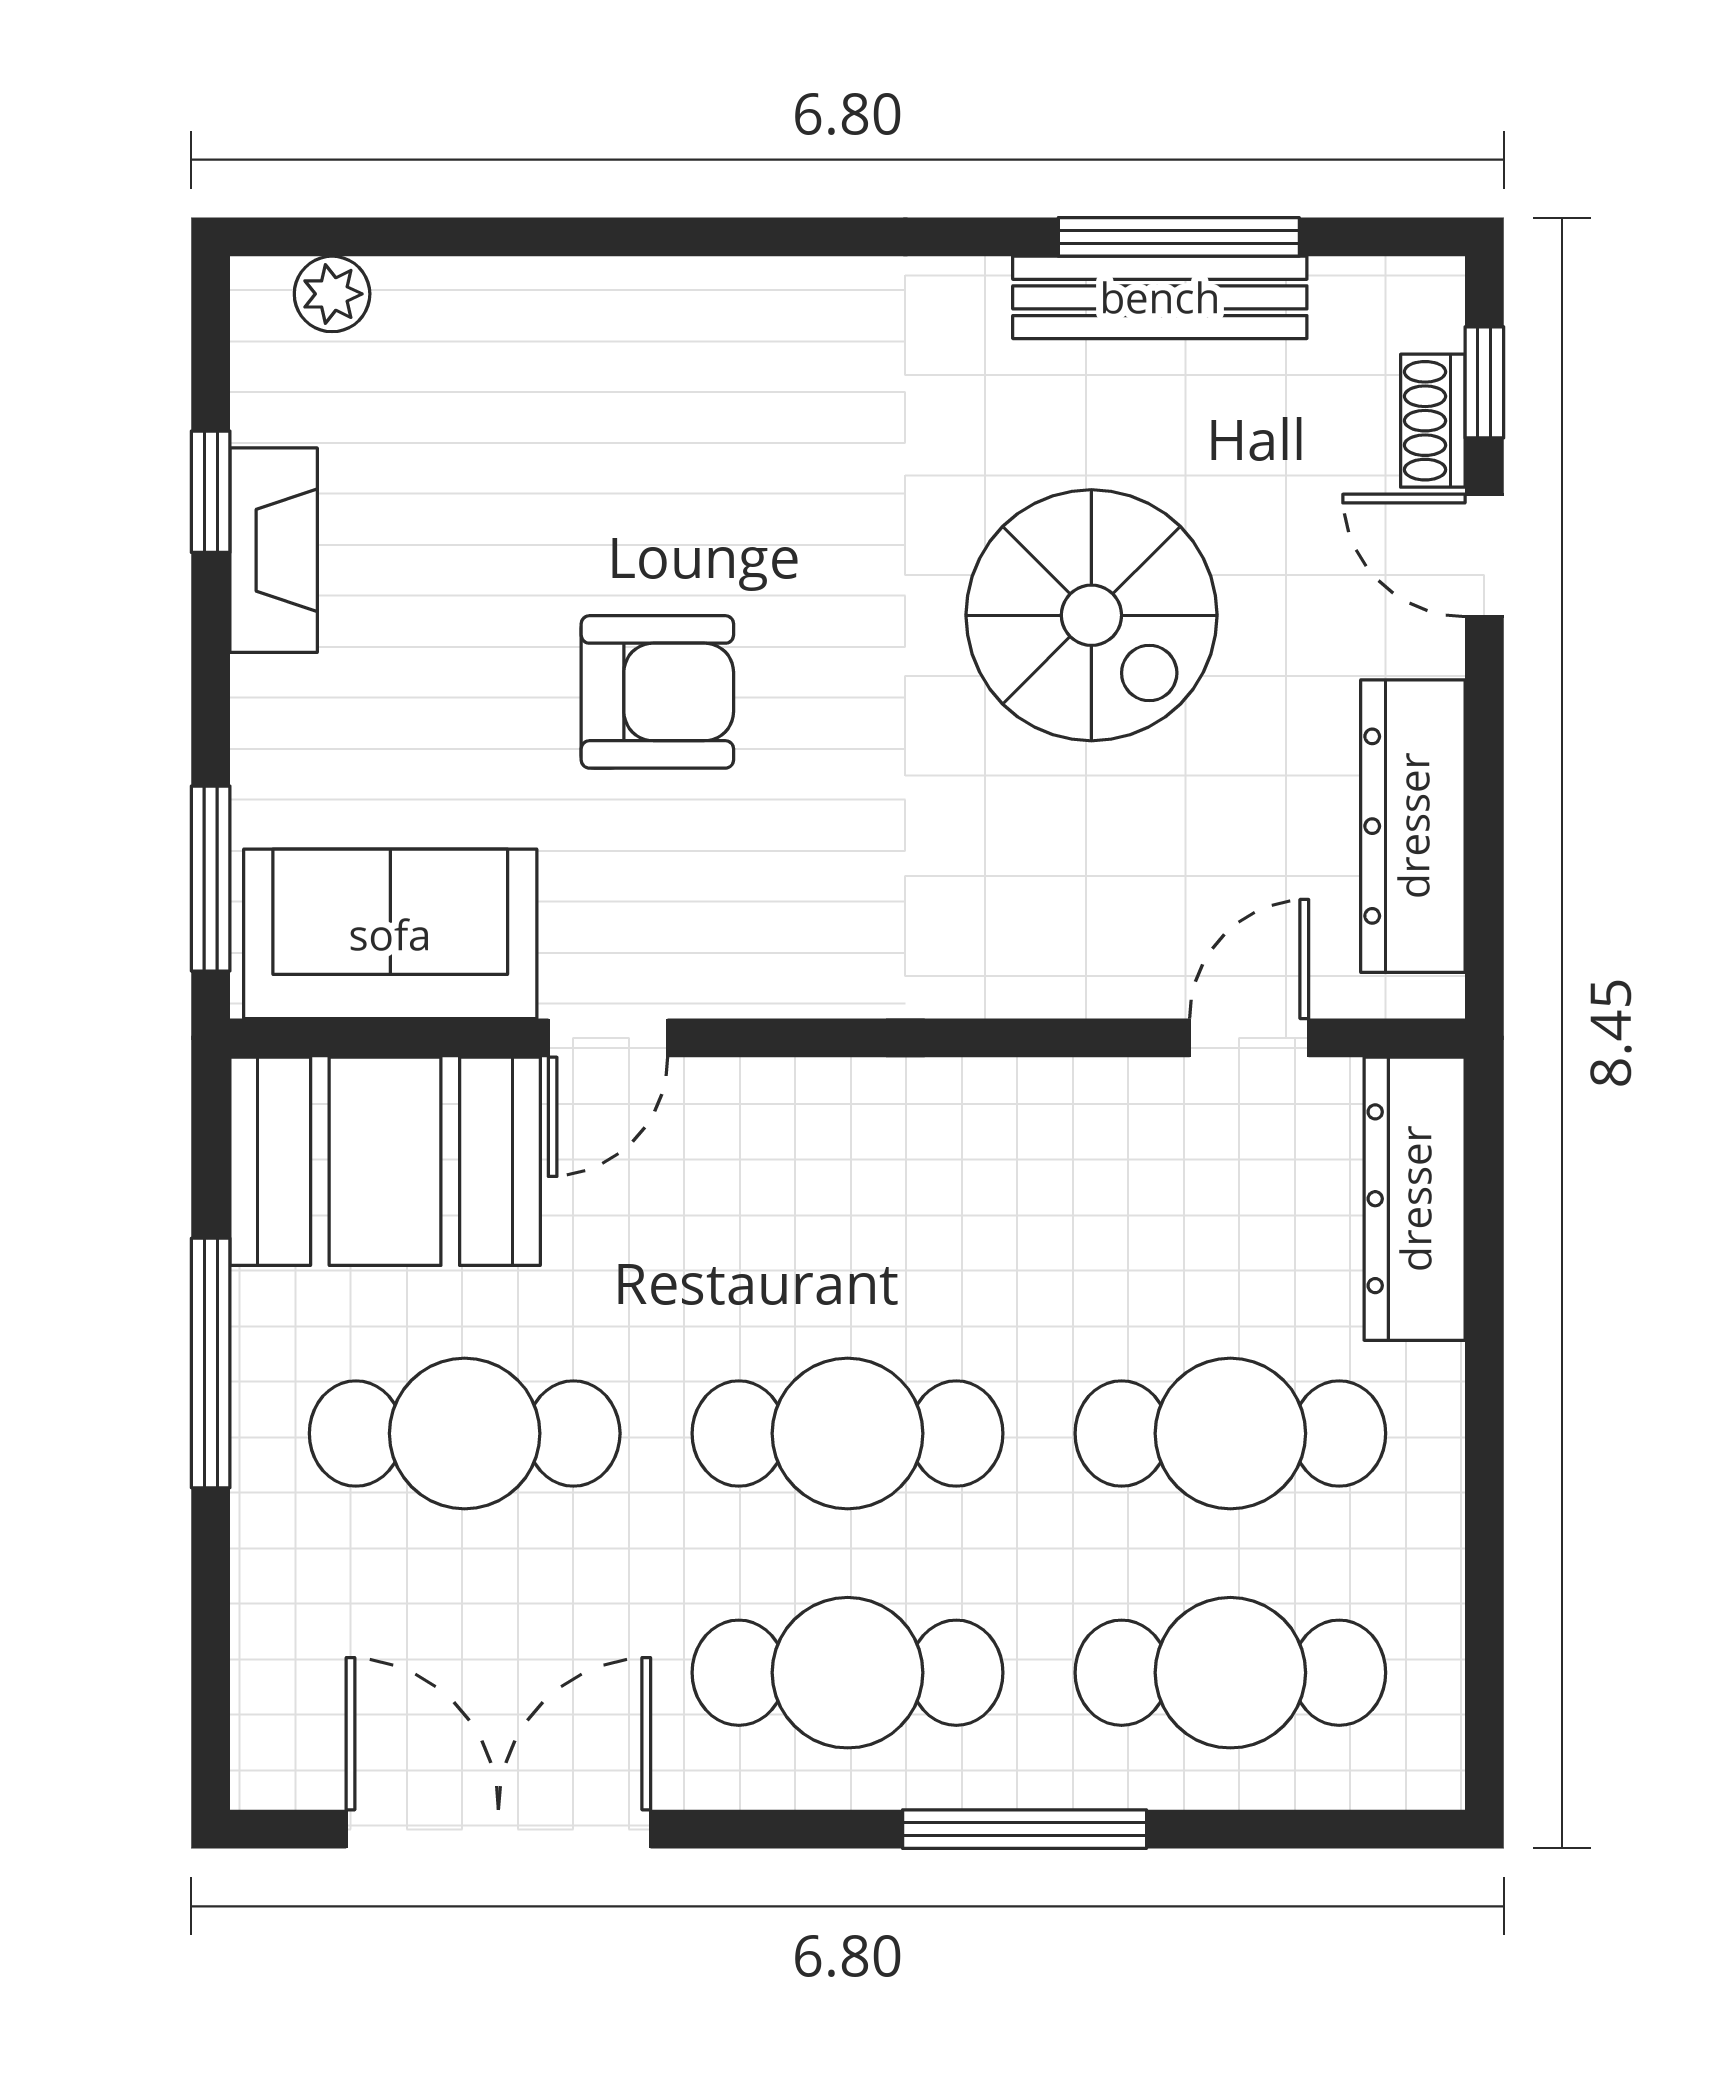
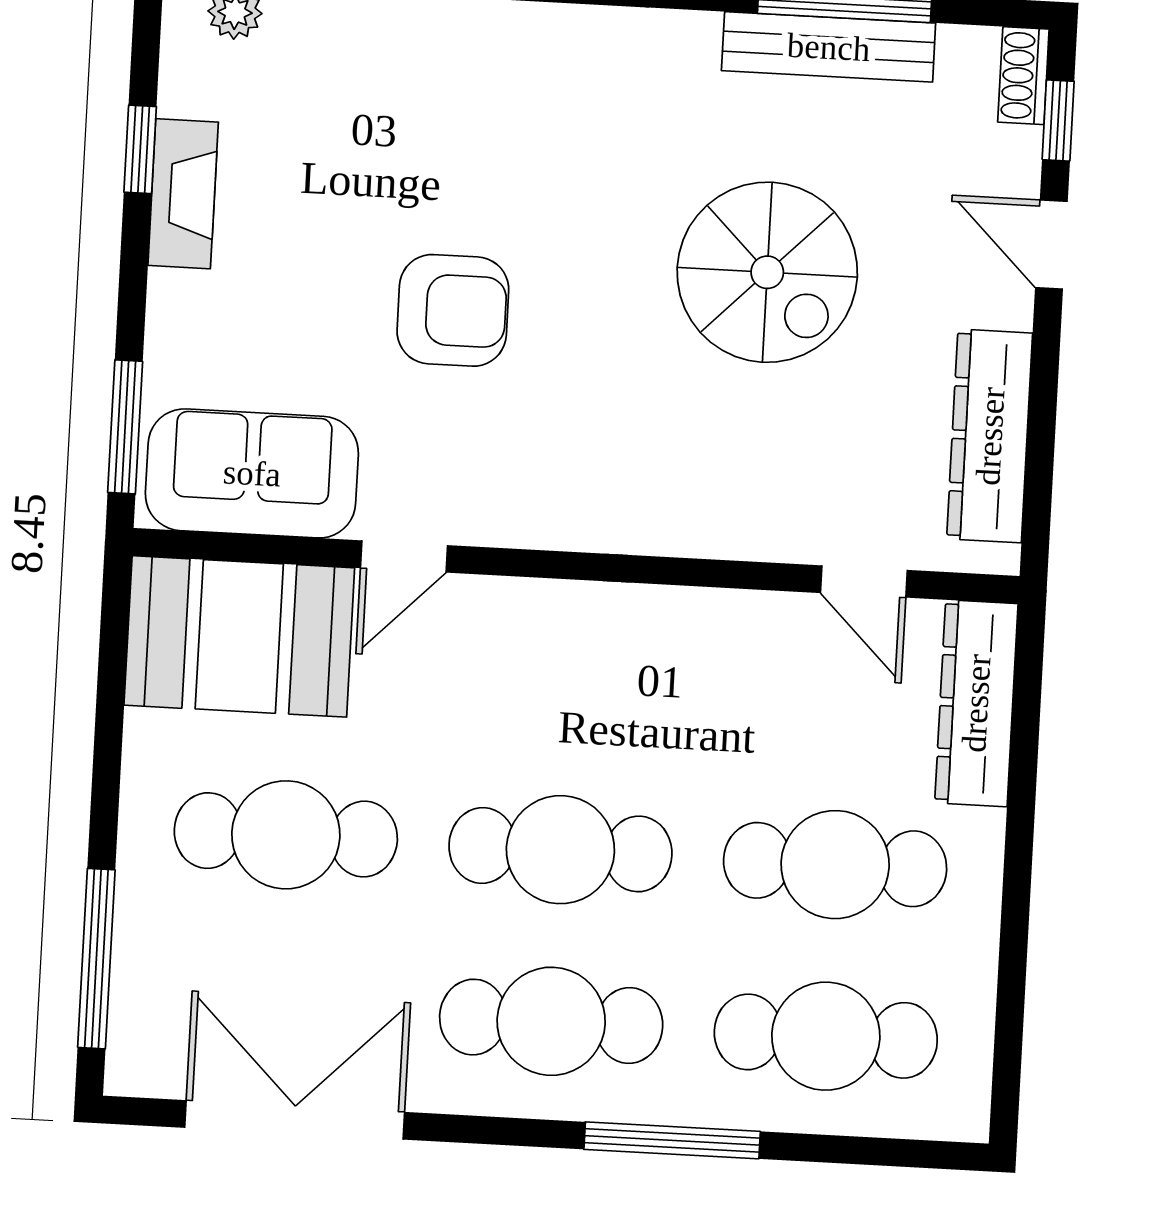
shoe rack: (1433, 421) -> (1023, 76), moved
door: (1249, 1038) -> (864, 581), swing flipped
window: (211, 1363) -> (96, 959), moved

